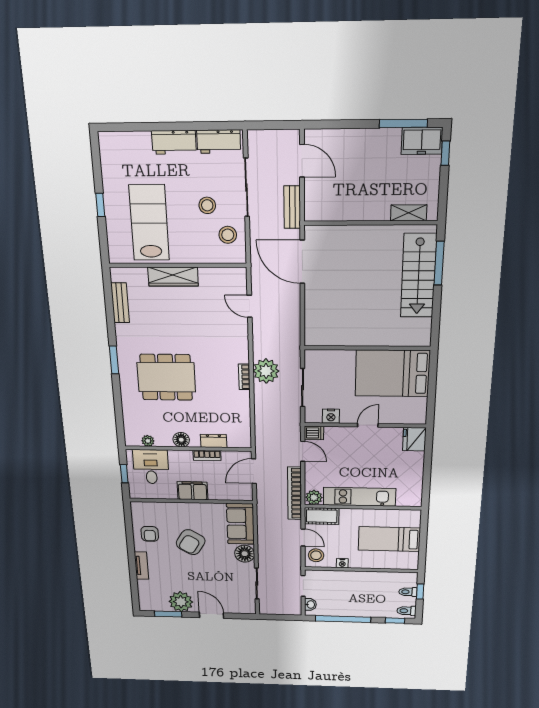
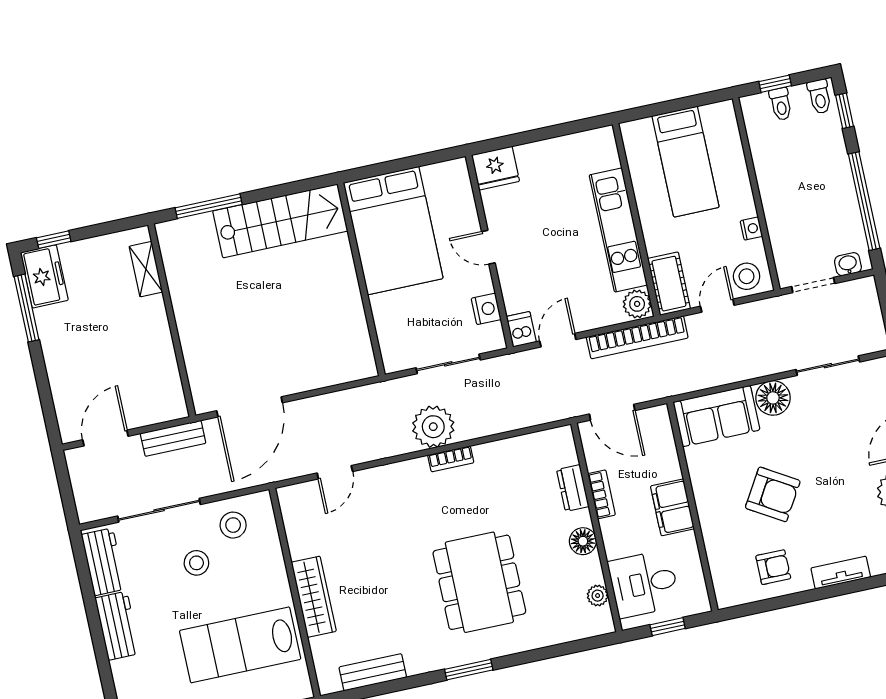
stairs: (418, 276) -> (280, 221), moved

